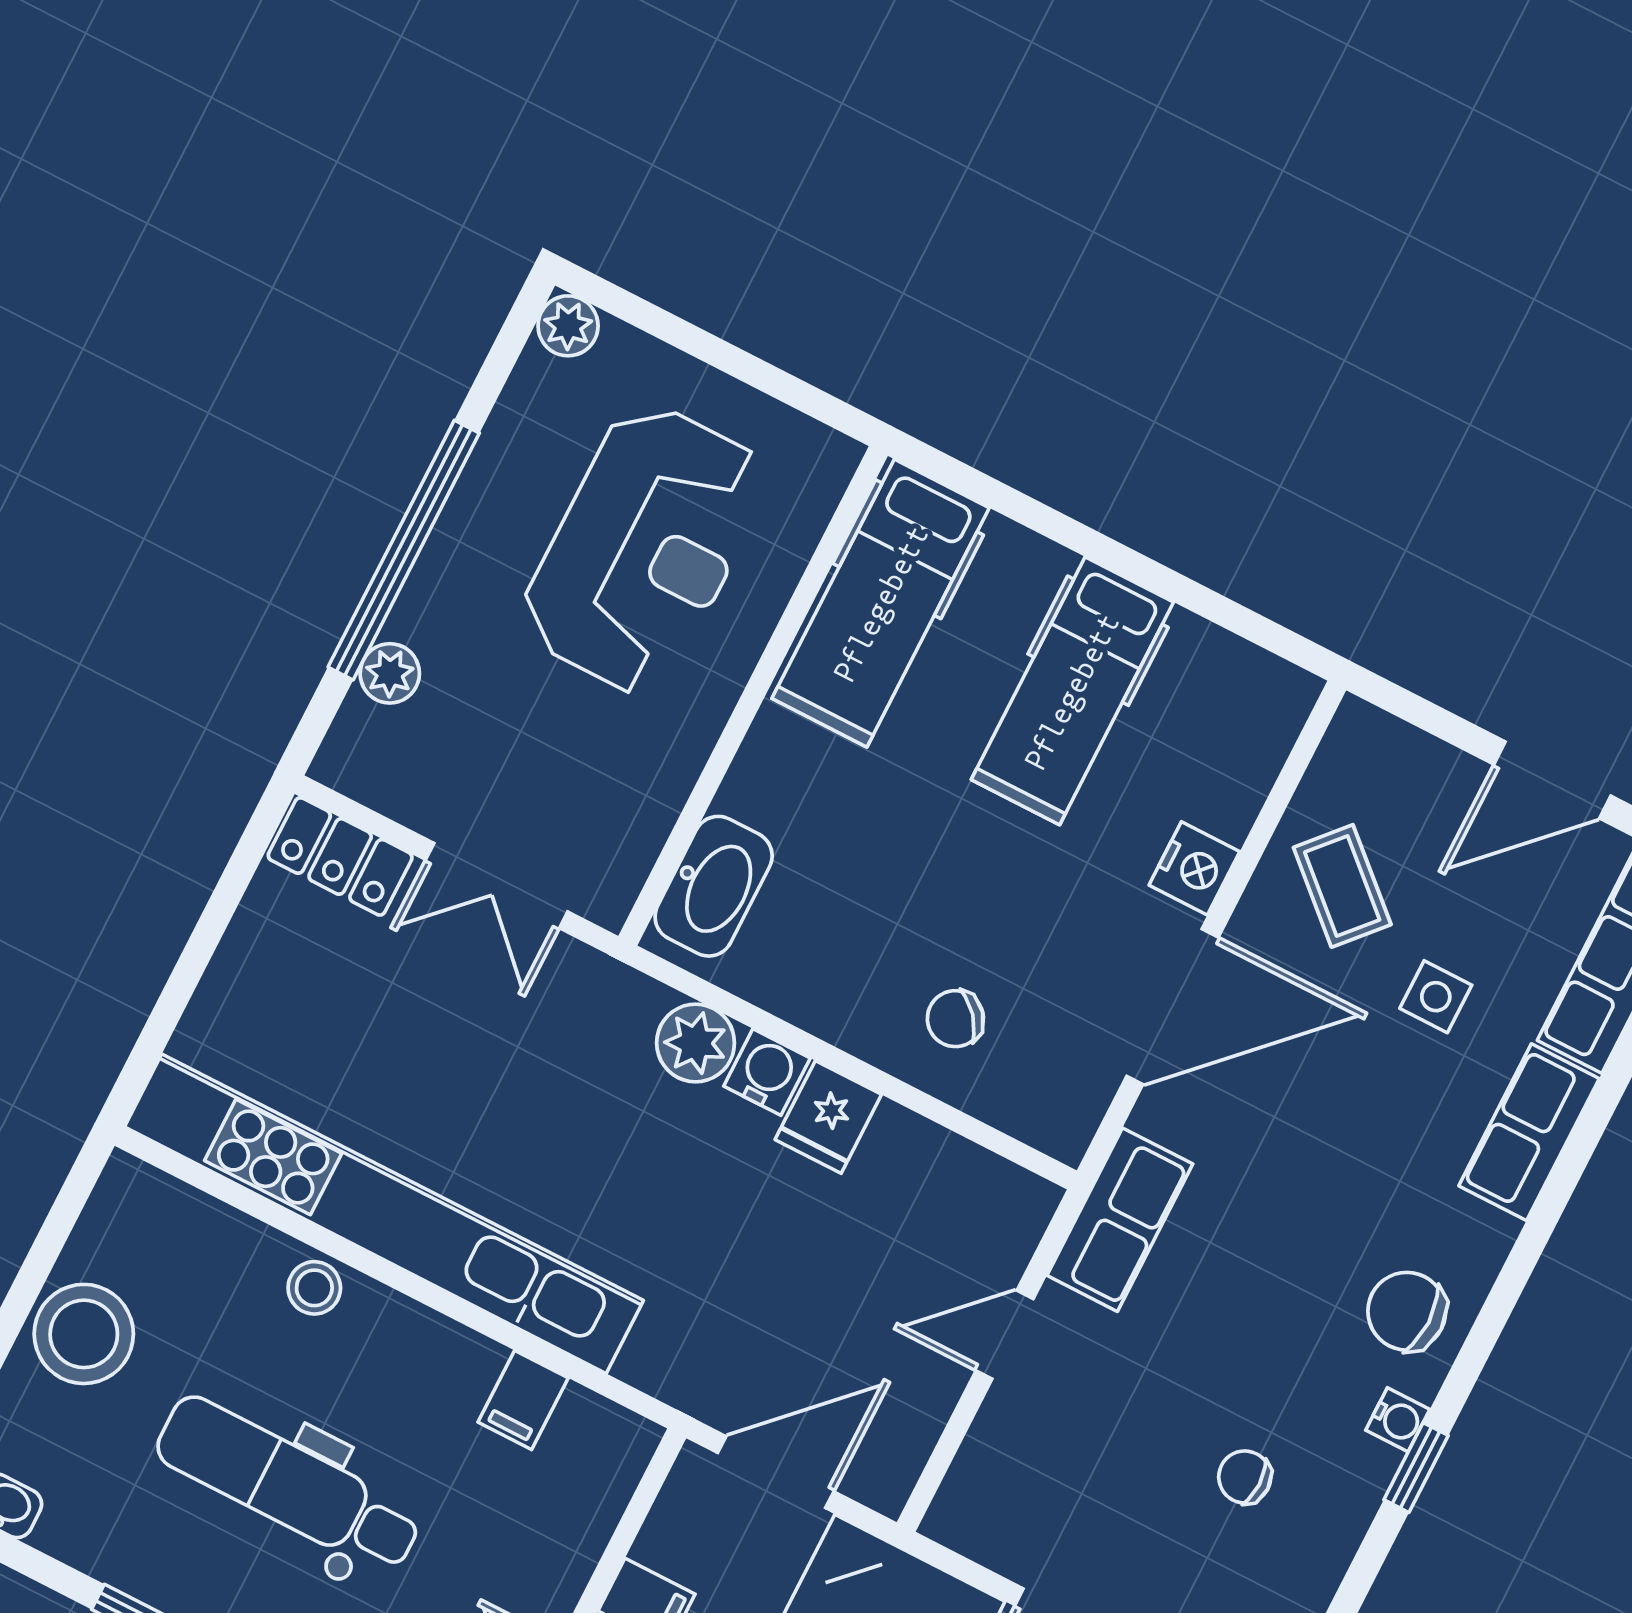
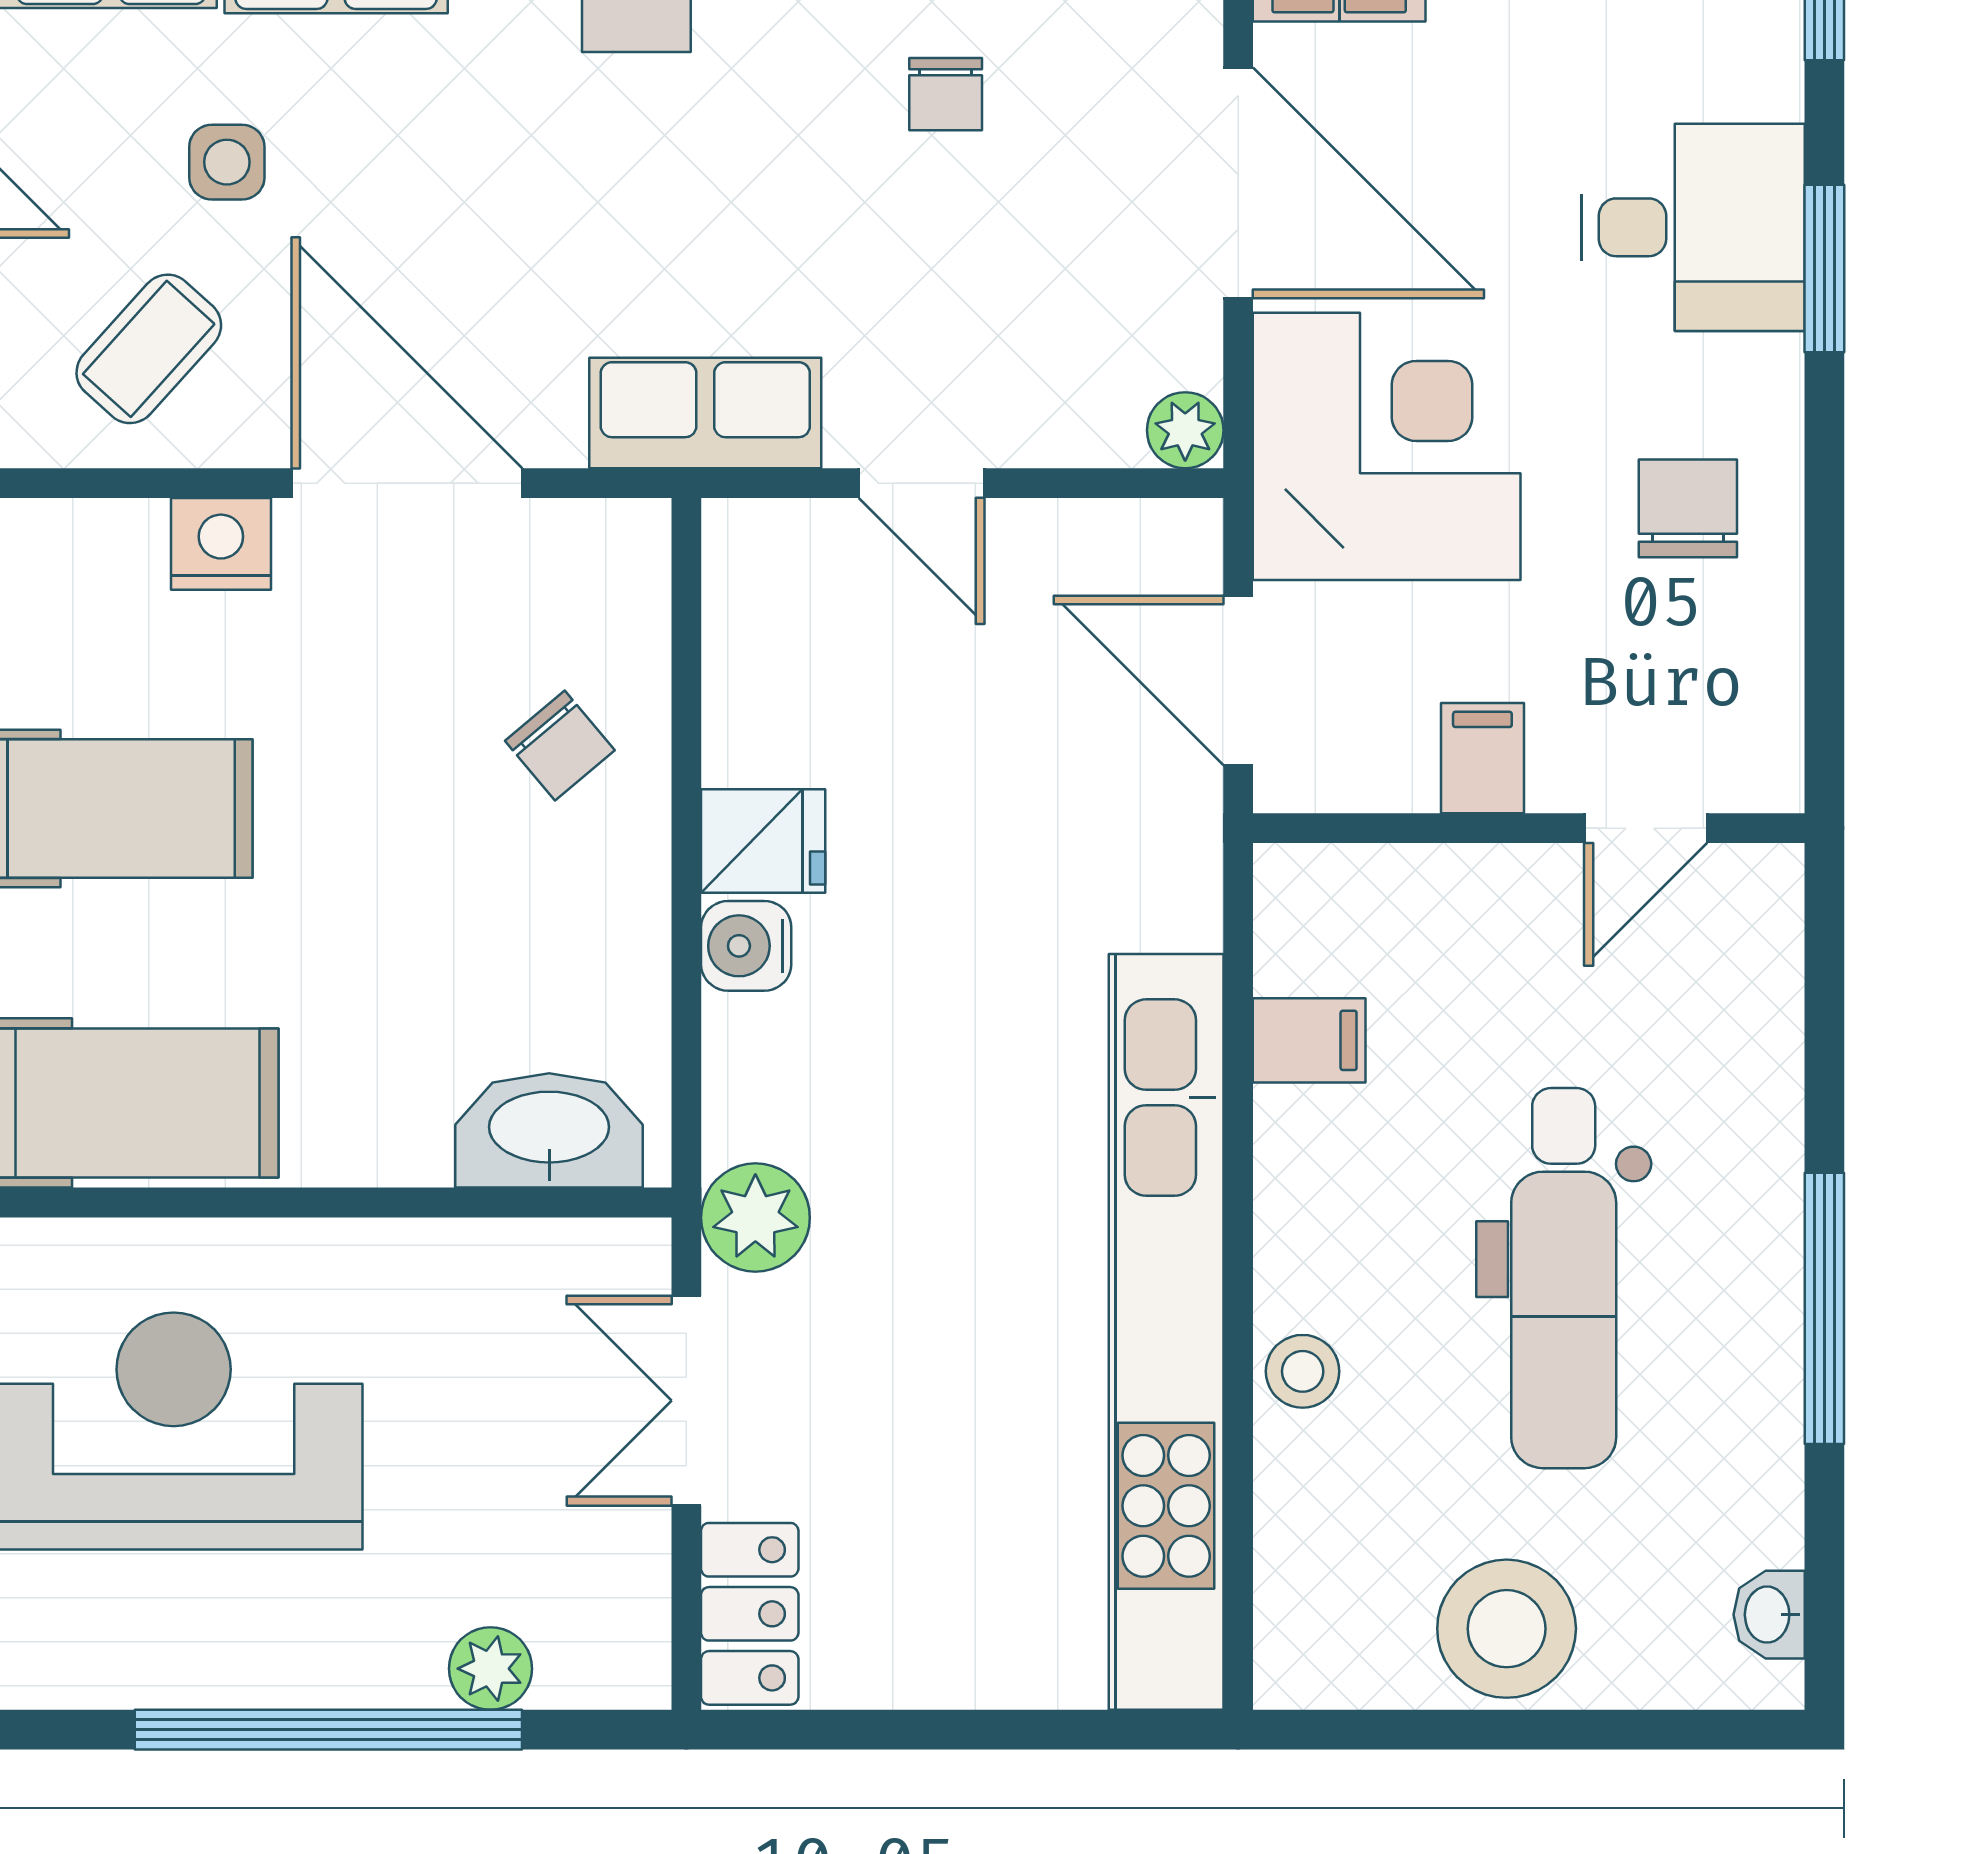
double door: (497, 886) -> (686, 1401), swing flipped
plant: (696, 1043) -> (755, 1218), moved
plant: (952, 1520) -> (1185, 430), added

